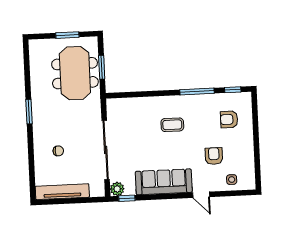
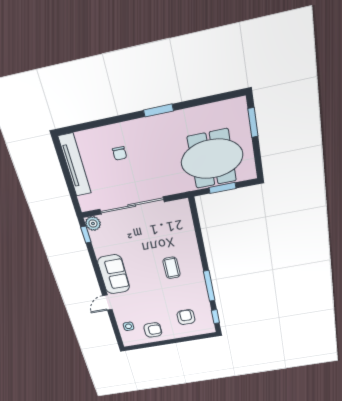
window: (67, 35) -> (253, 123), moved
armchair: (214, 156) -> (153, 330), moved
sofa: (164, 182) -> (114, 274), width x0.73

